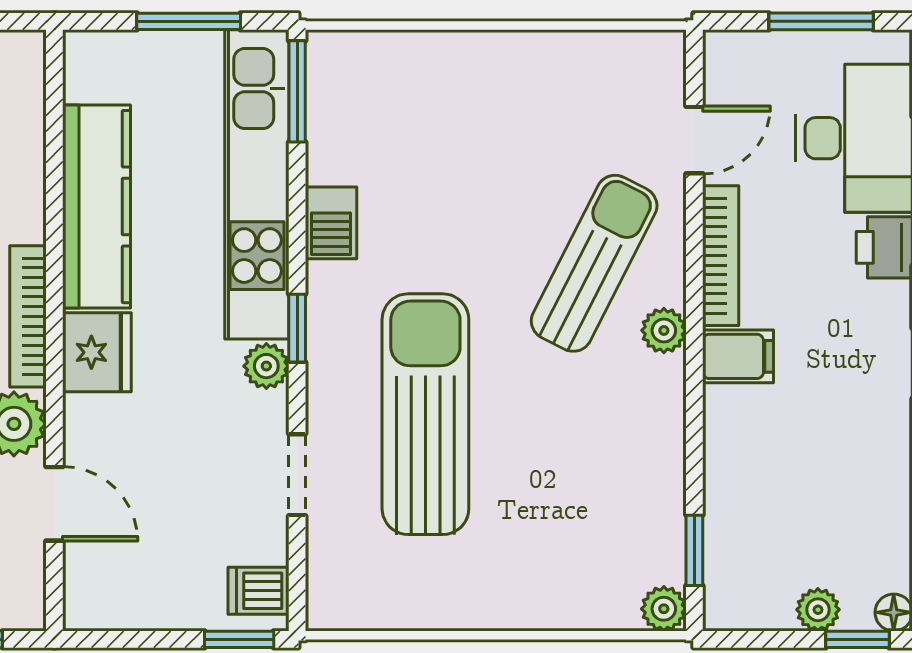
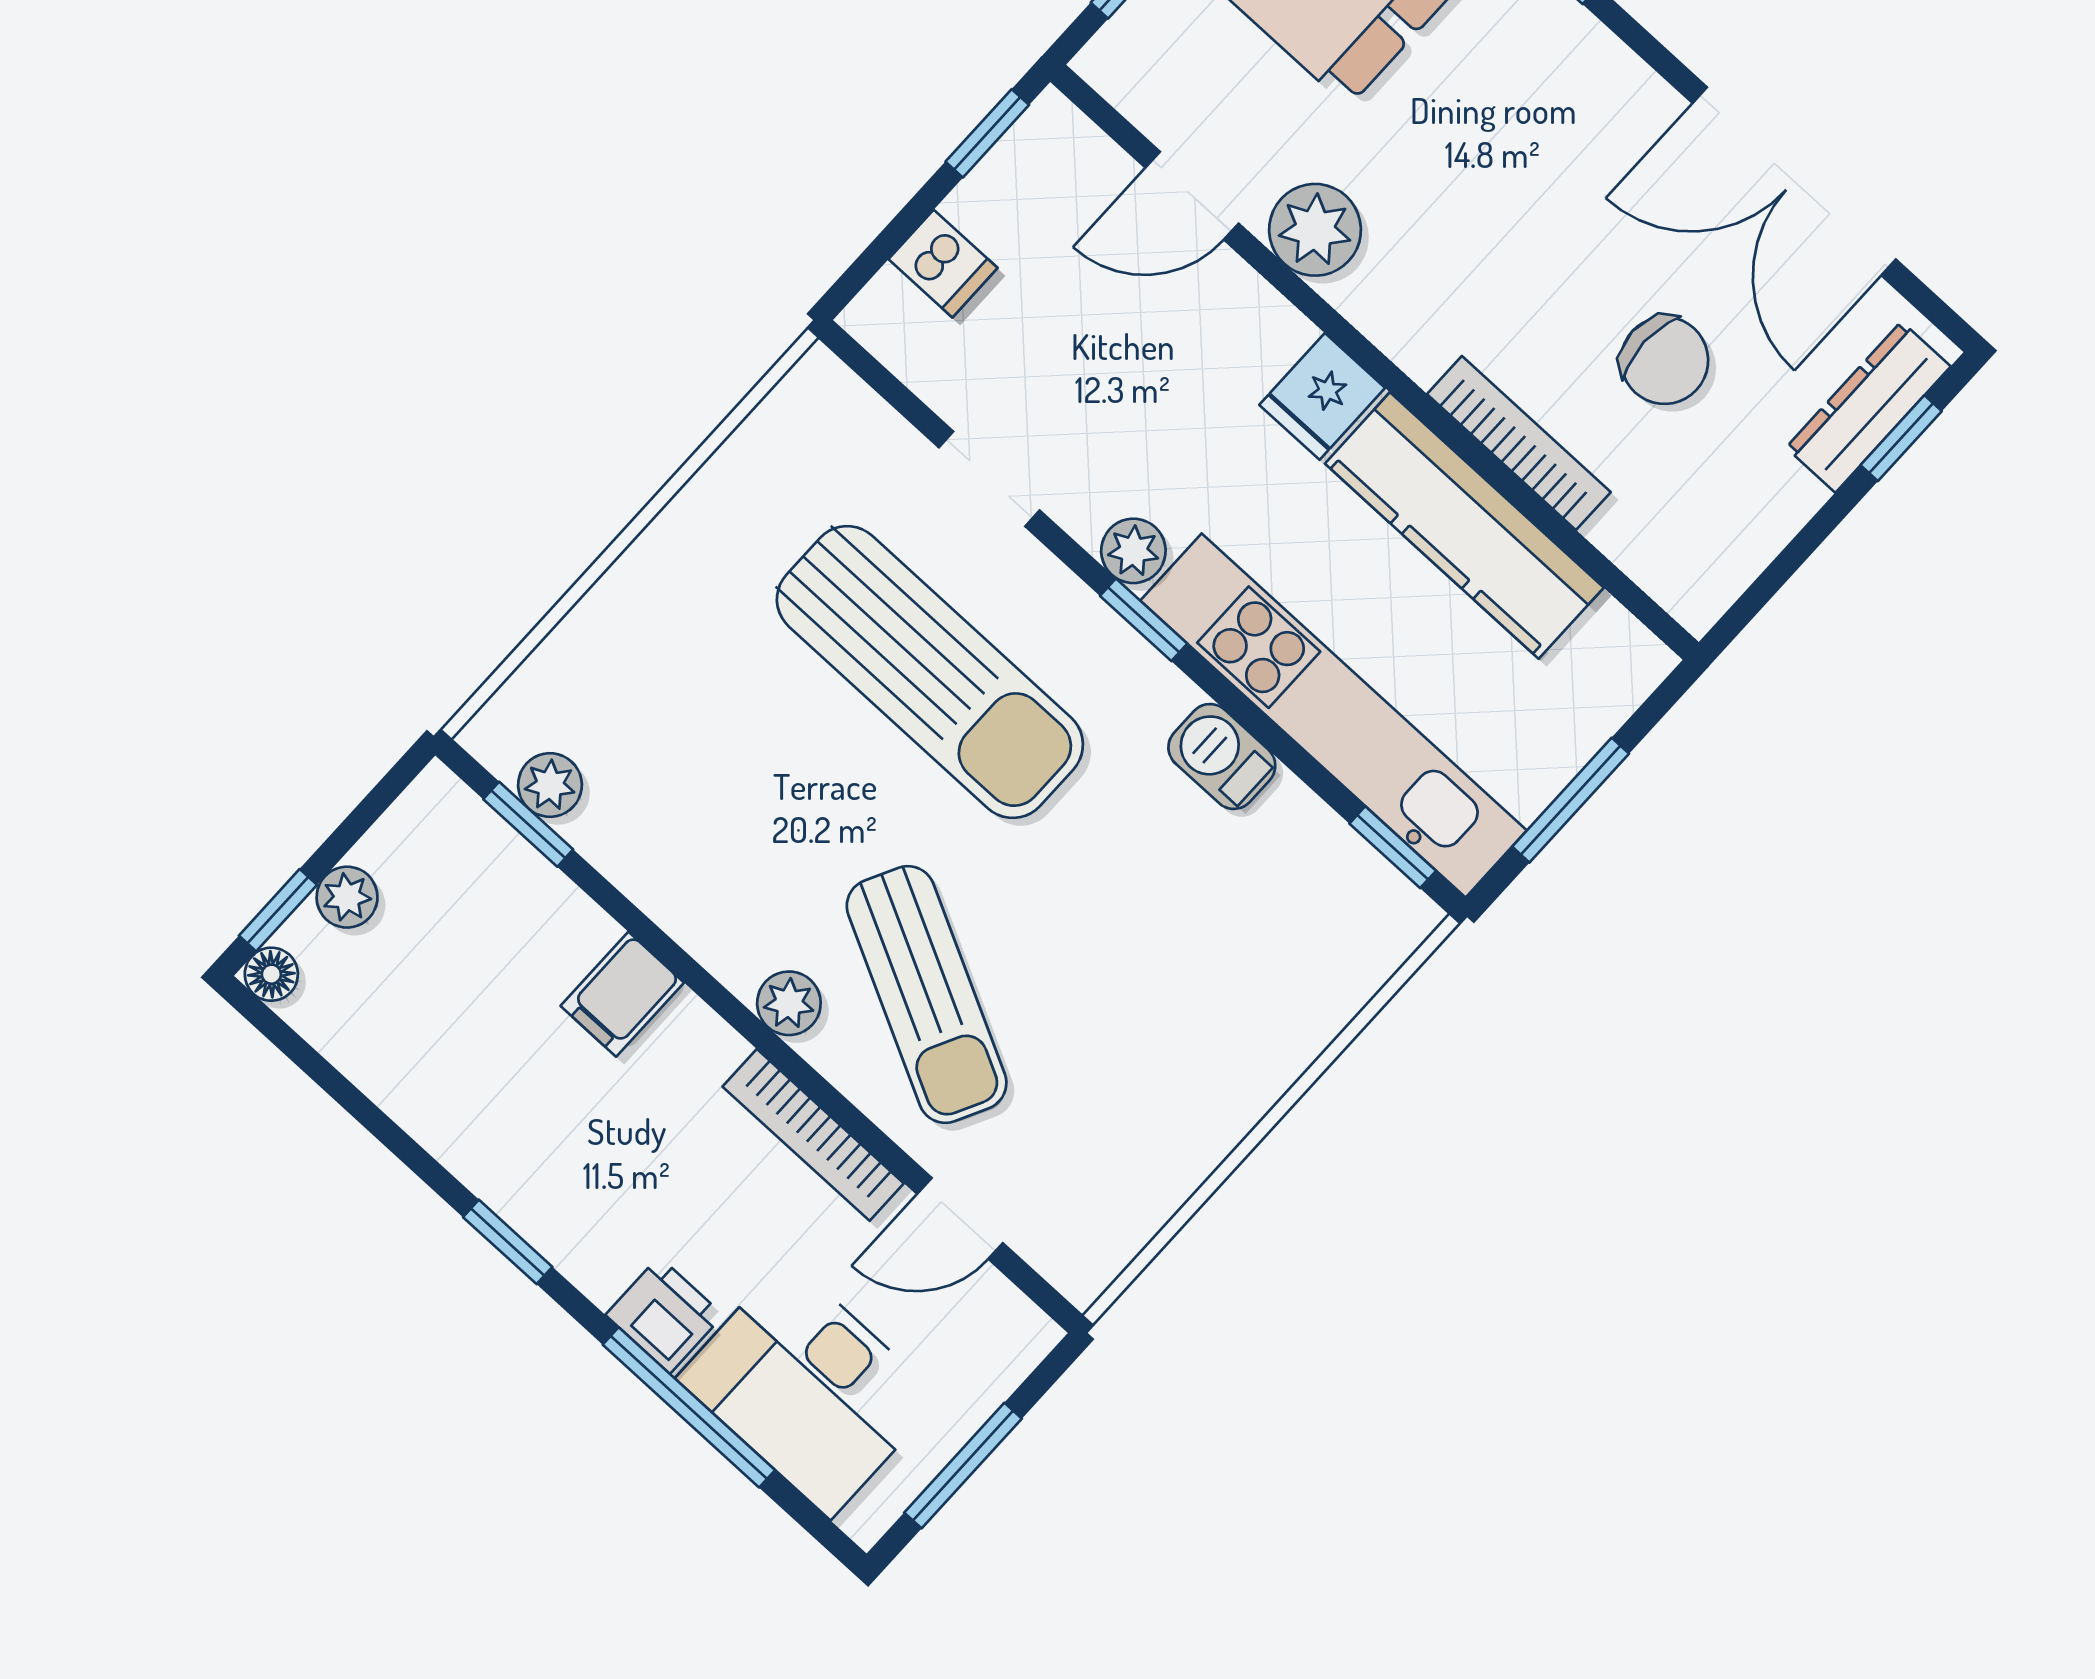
window: (297, 91) -> (1393, 847), width x0.67
door: (694, 140) -> (960, 1218), hinge flipped
bookcase: (28, 316) -> (1519, 443), moved
fridge: (97, 352) -> (1322, 396), width x0.72
filing cabinet: (738, 356) -> (622, 994), moved
dishwasher: (259, 591) -> (943, 264), moved, turned 90
plant: (664, 609) -> (550, 785), moved
window: (239, 639) -> (987, 133), moved

